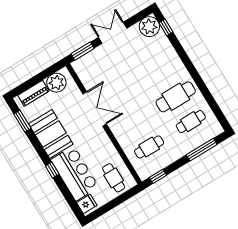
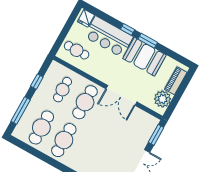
window: (22, 121) -> (148, 41), moved
cafe table: (134, 122) -> (85, 102), added
cafe table: (191, 122) -> (41, 128), width x1.37, depth x1.35
window: (158, 176) -> (37, 82), moved

